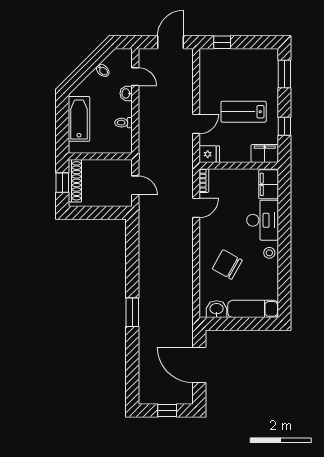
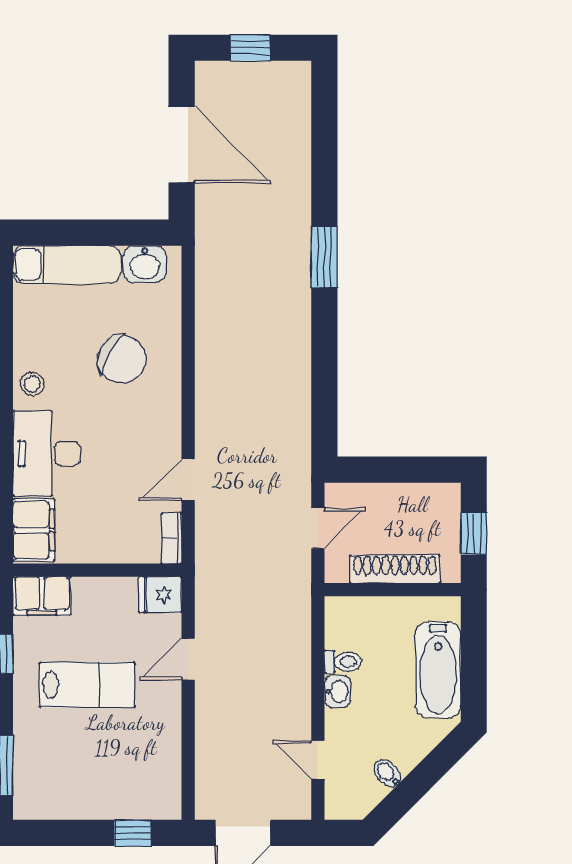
washbasin: (126, 93) -> (337, 692), moved
shoe rack: (75, 181) -> (395, 569), moved, turned 90
door: (135, 185) -> (318, 528), swing flipped

